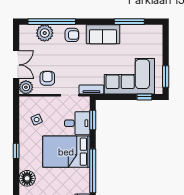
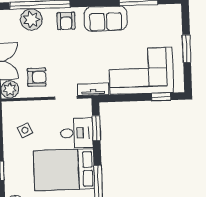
armchair: (72, 35) -> (66, 21), turned 90
window: (166, 76) -> (187, 49), moved
armchair: (47, 78) -> (37, 77), turned 90

